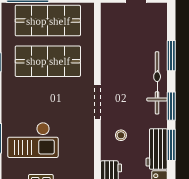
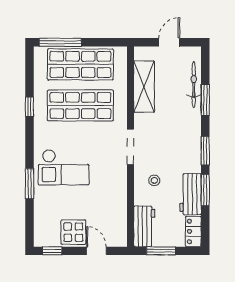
shelving: (111, 42) -> (144, 87), added
bicycle: (157, 83) -> (194, 85), moved, width x0.73, depth x0.71
checkout: (33, 140) -> (64, 167), moved

